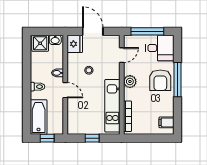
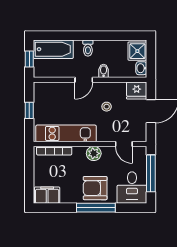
filing cabinet: (166, 122) -> (47, 195), width x2.00

